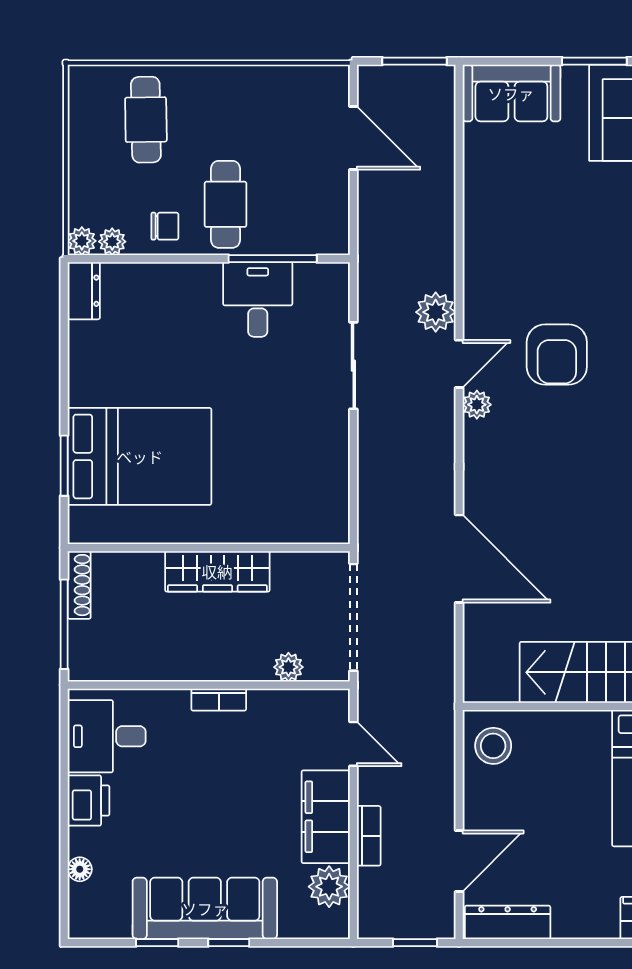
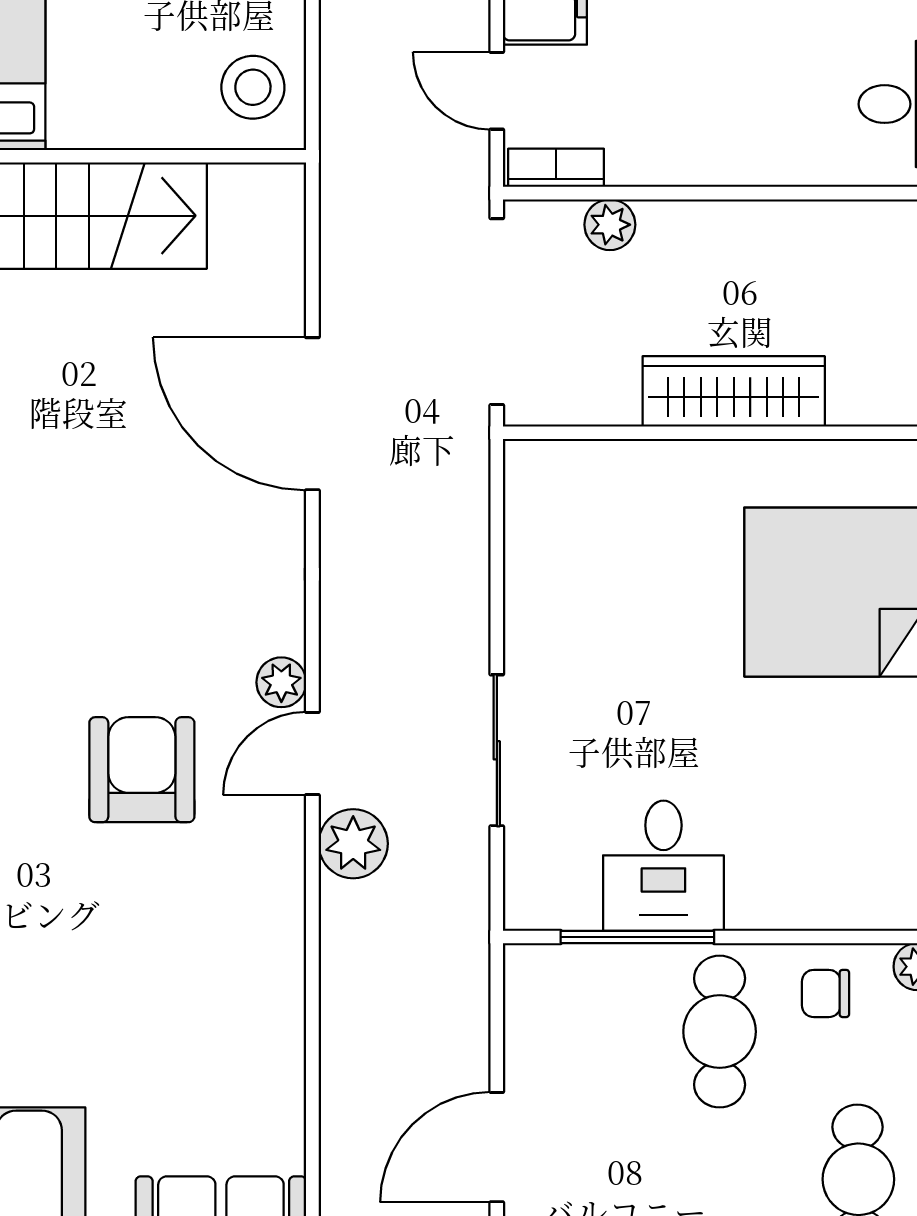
door: (353, 138) -> (497, 1147), hinge flipped
bookcase: (219, 700) -> (556, 168), moved

